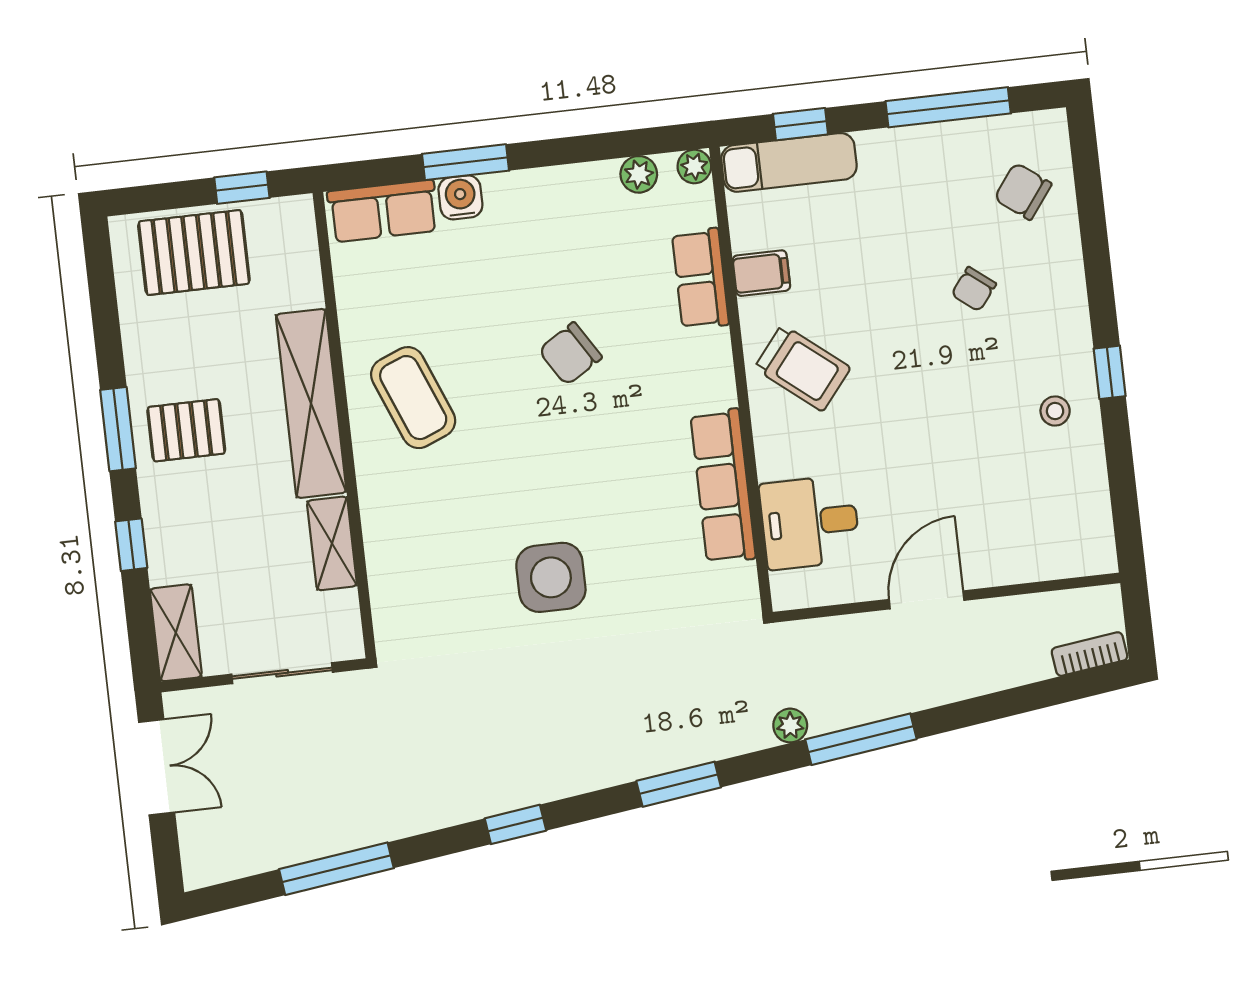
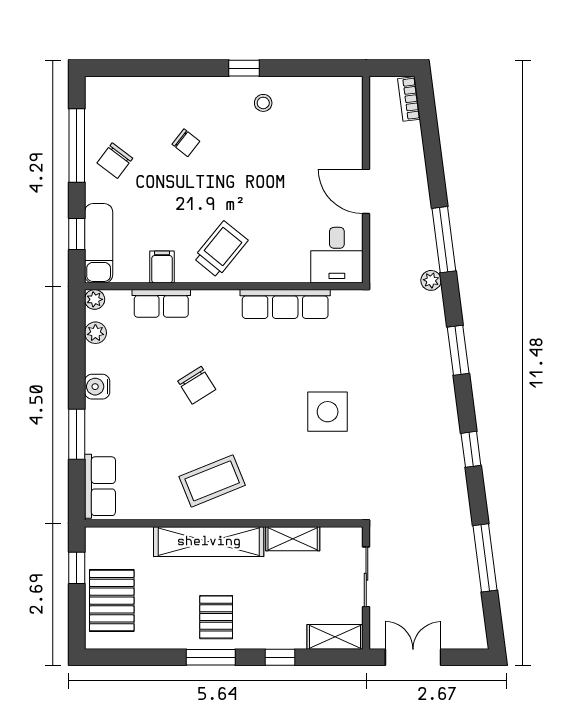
chair: (1023, 191) -> (115, 161), moved
water cooler: (460, 197) -> (97, 387), moved
desk: (810, 522) -> (337, 255), moved

